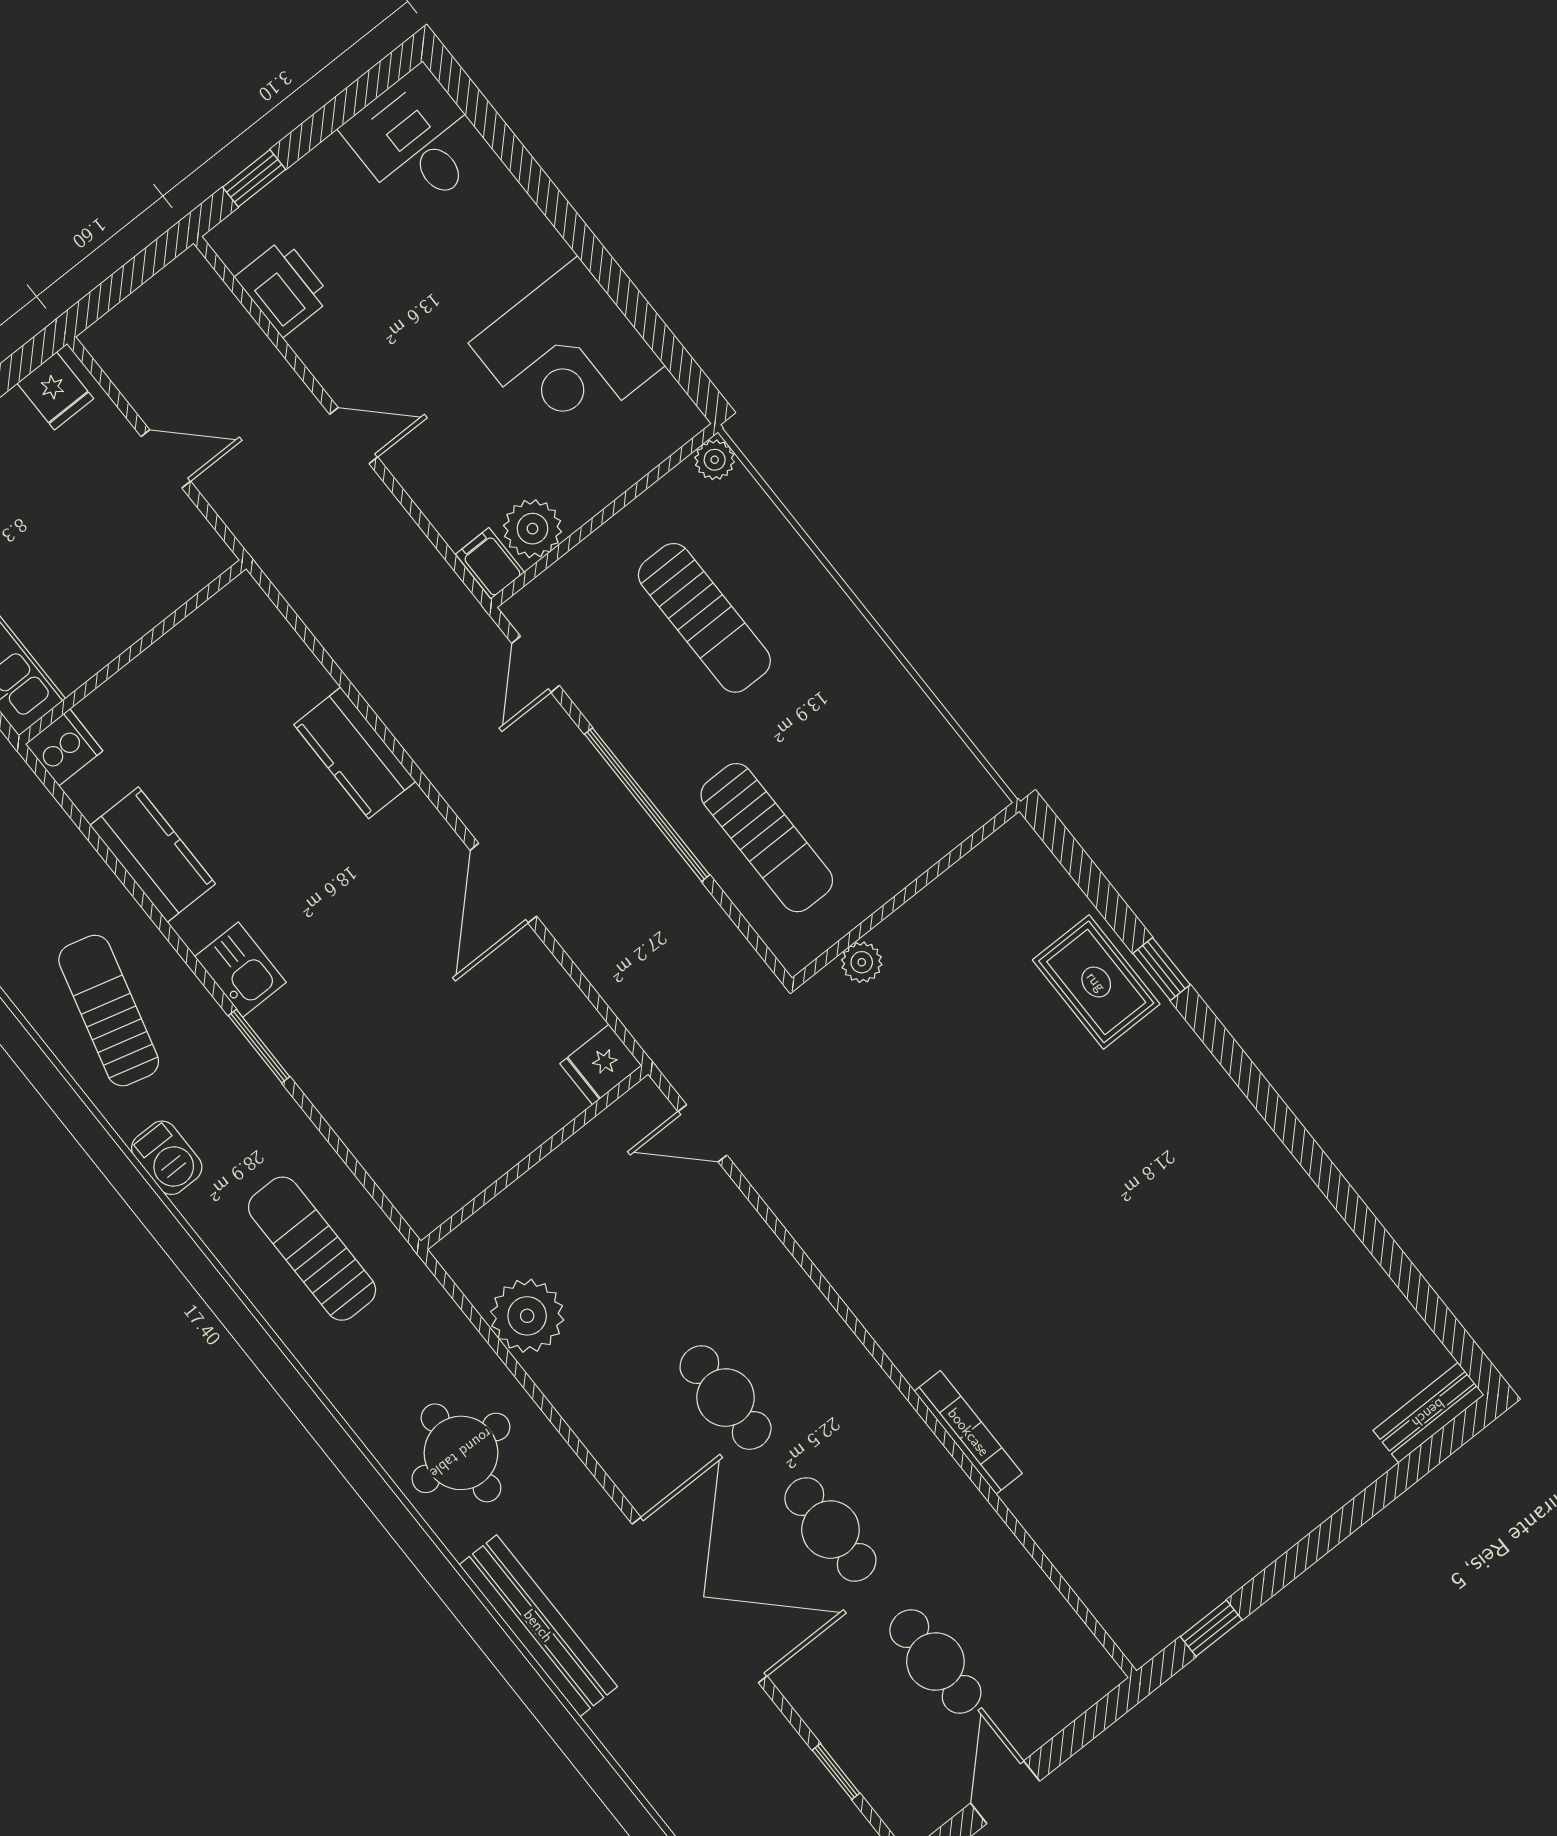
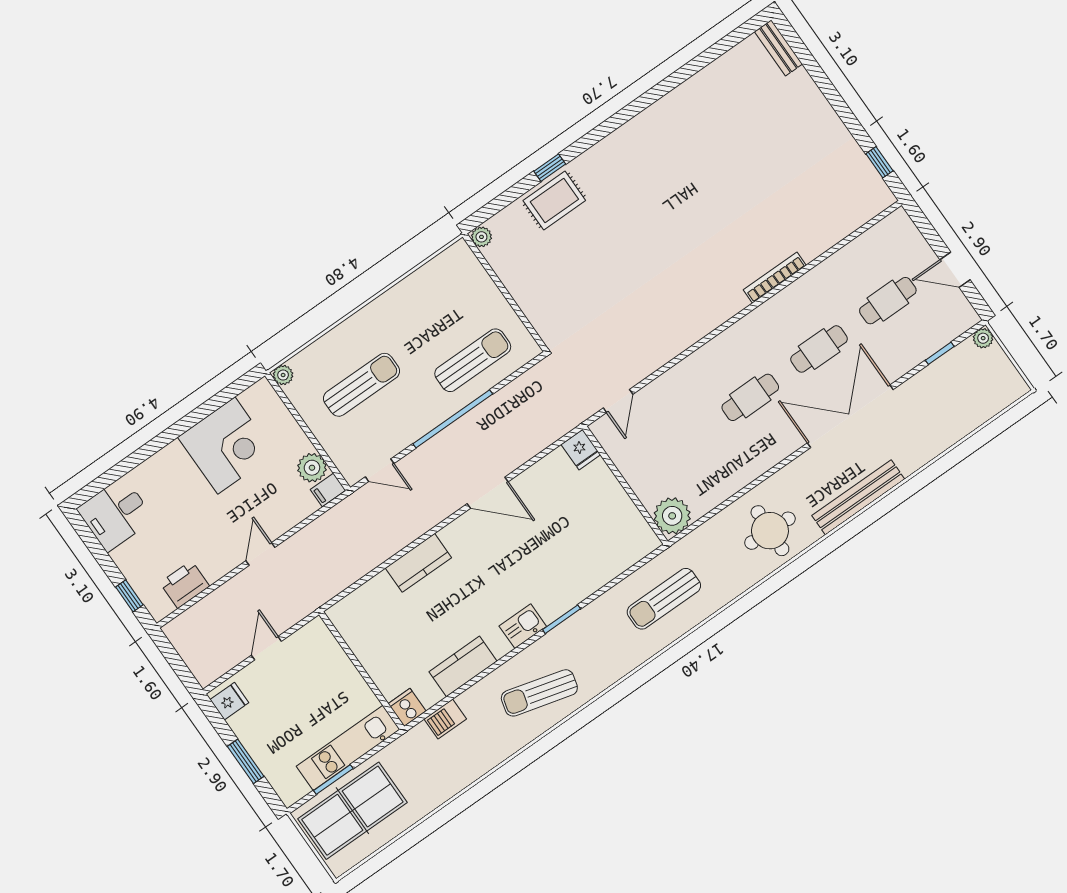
plant: (862, 962) -> (481, 237), moved
barbecue: (167, 1158) -> (445, 719), moved, turned 180
plant: (527, 1316) -> (672, 516), moved

